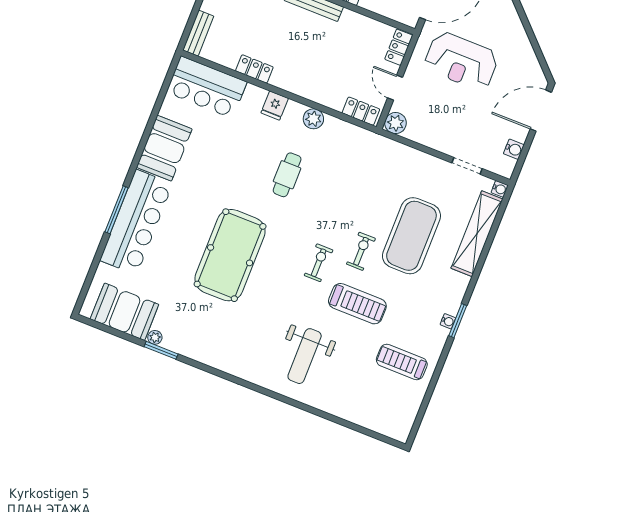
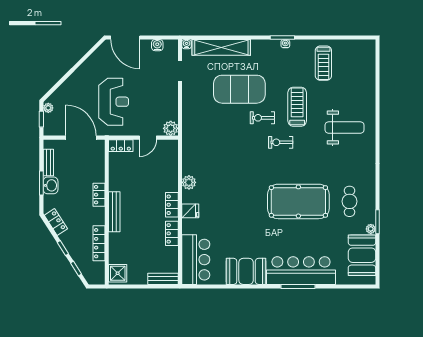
locker: (361, 111) -> (172, 205), moved
cafe table: (287, 175) -> (349, 201), moved, turned 90

